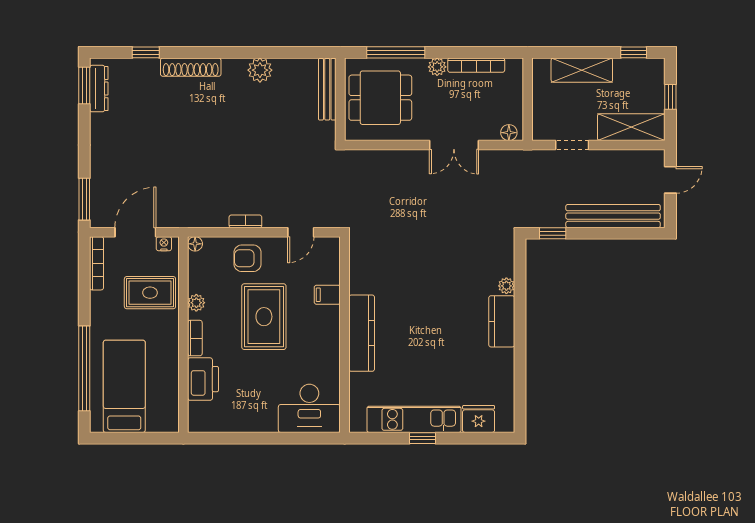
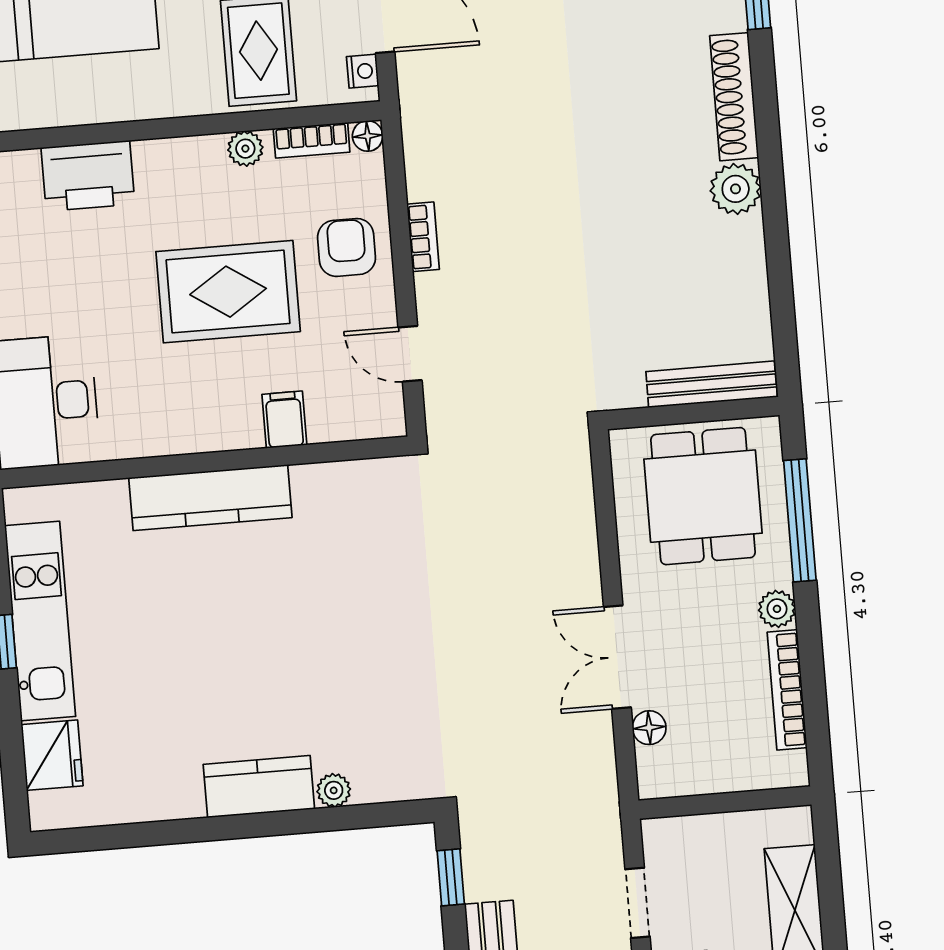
plant: (260, 70) -> (736, 189), moved
floor lamp: (509, 133) -> (649, 728), moved
bookcase: (195, 338) -> (312, 140), moved

